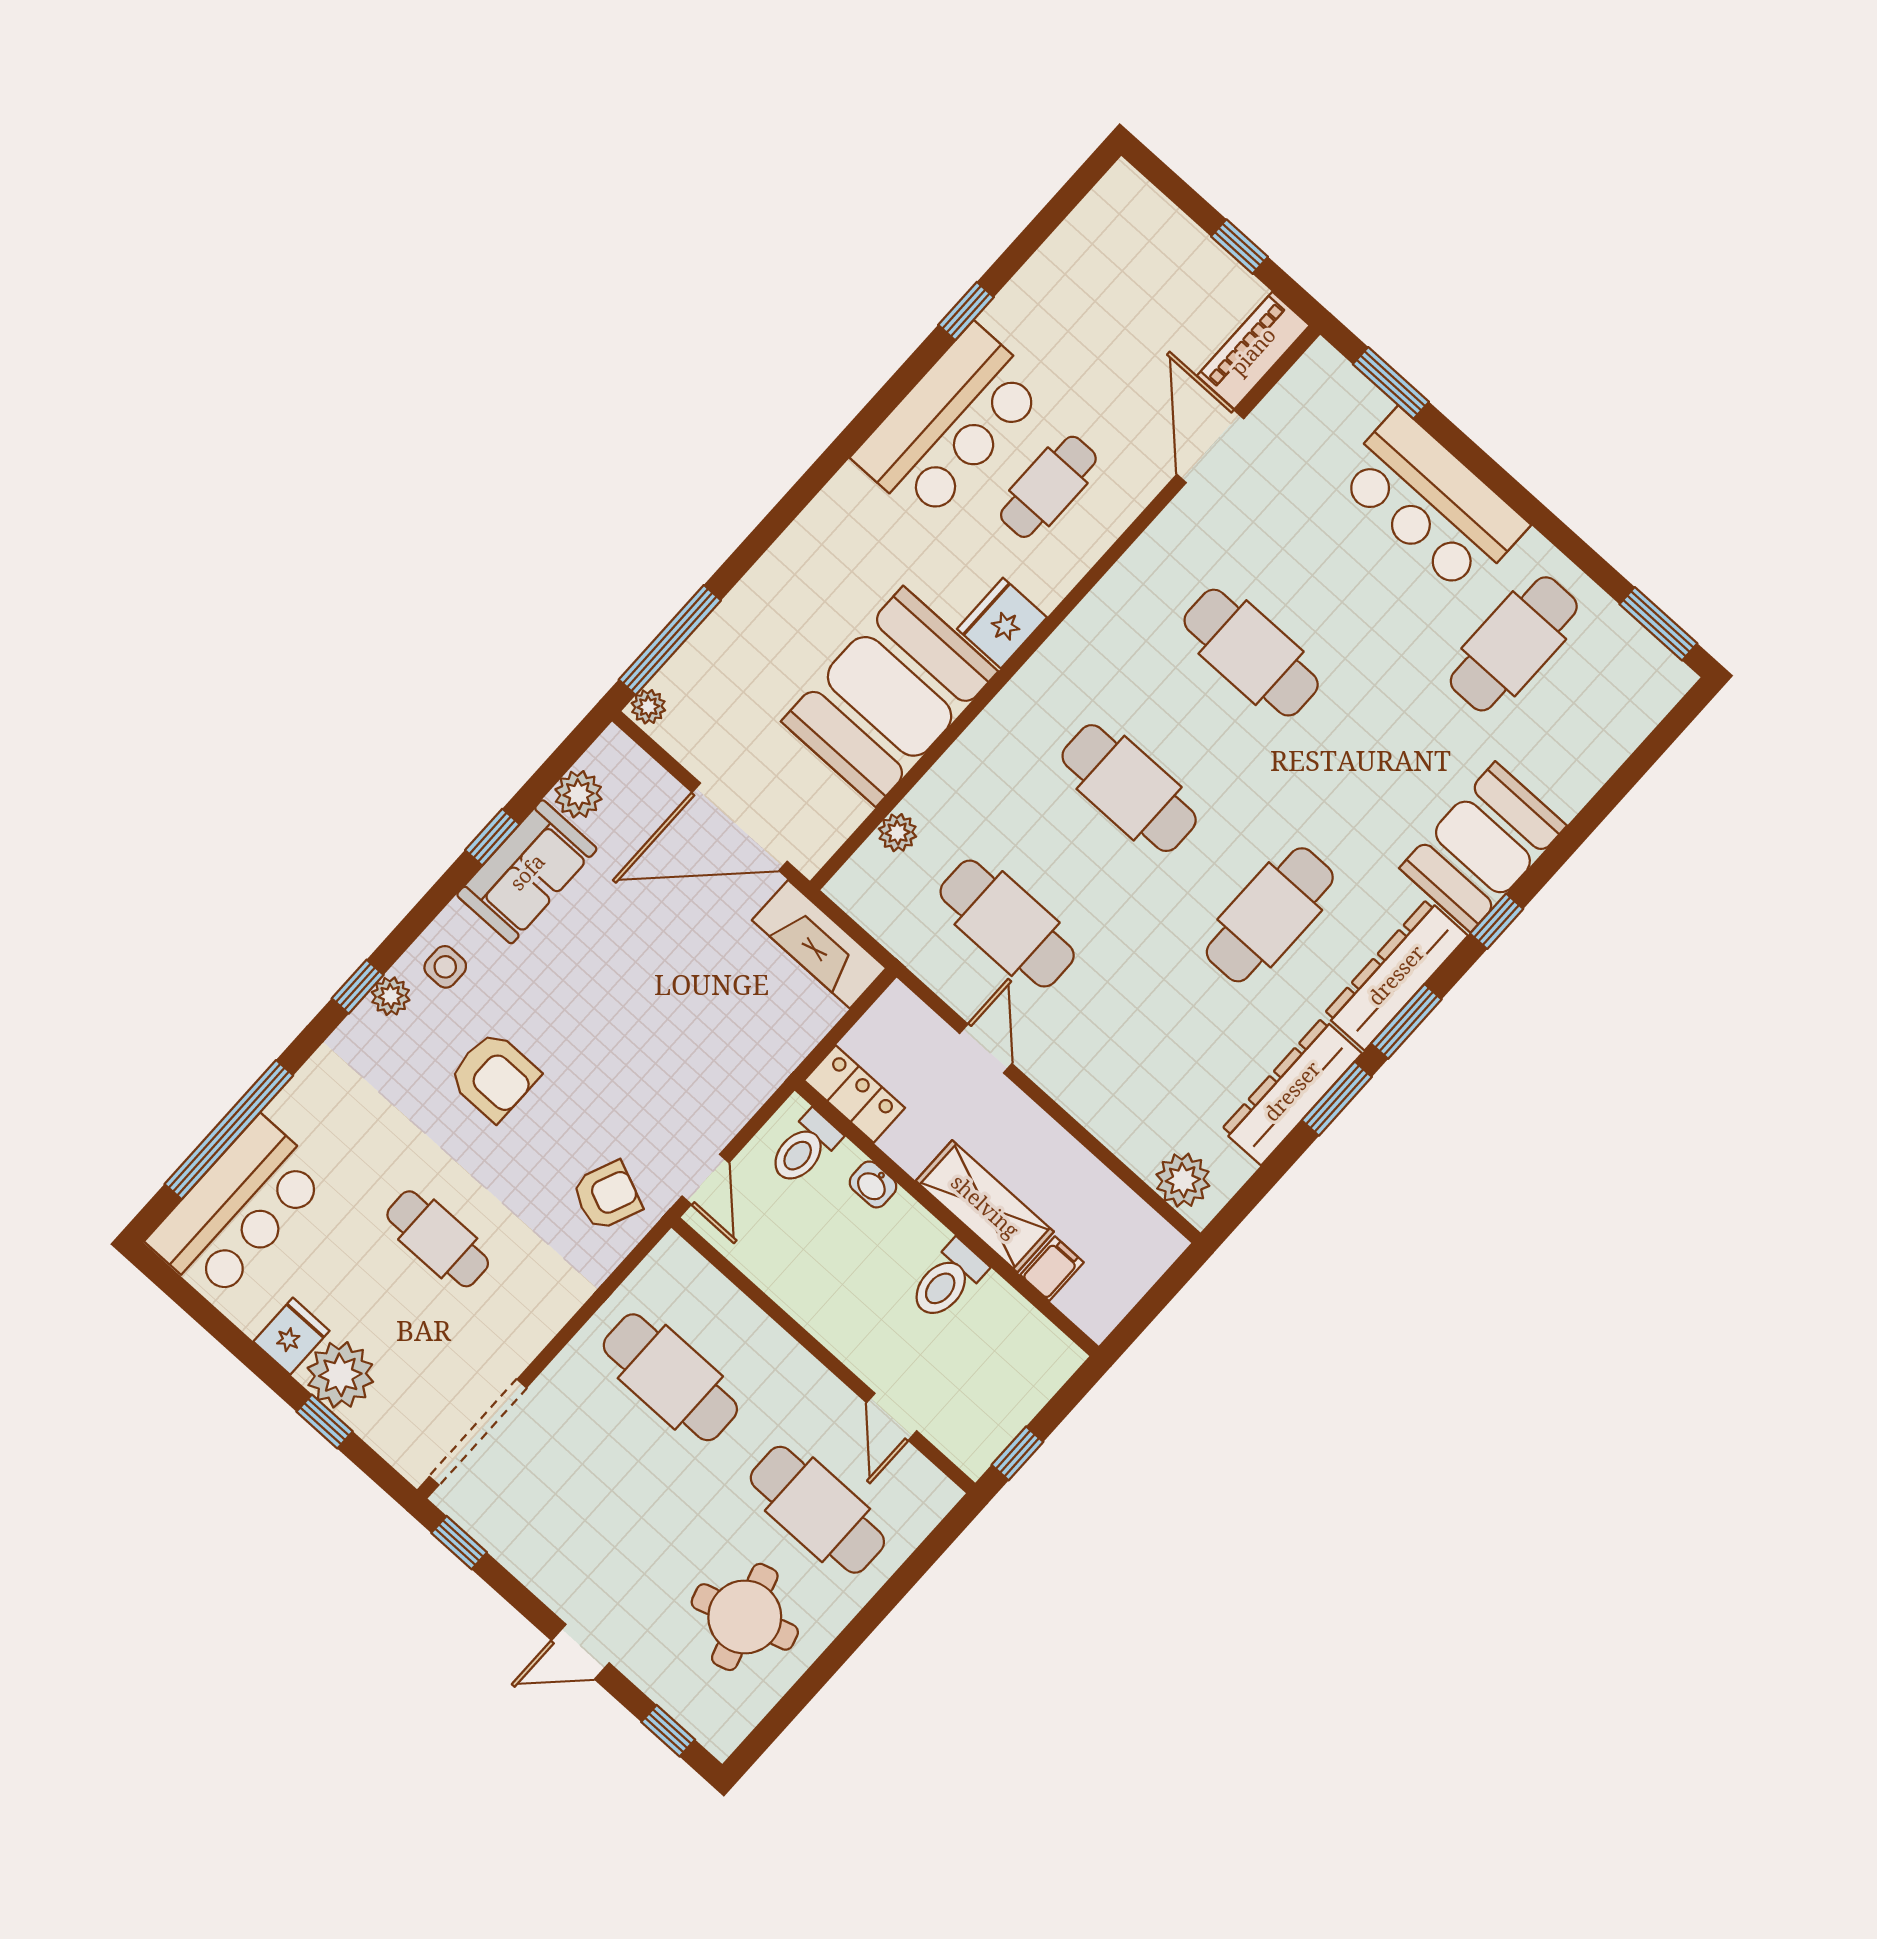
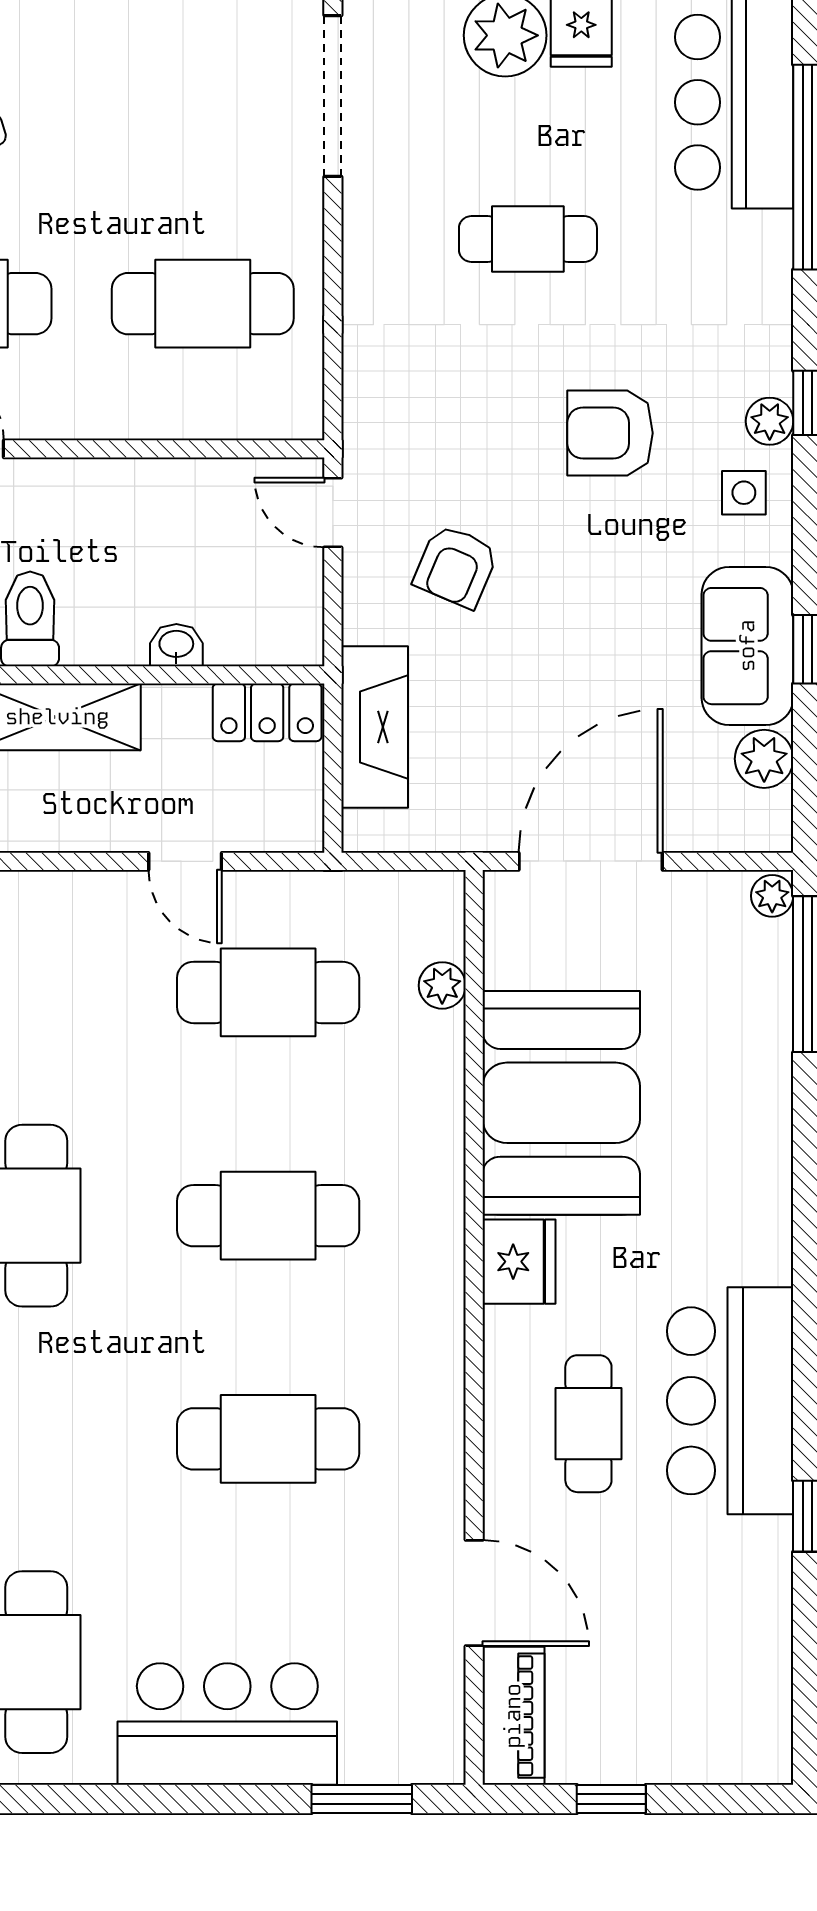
fireplace: (819, 944) -> (375, 727), moved, turned 90
toilet: (804, 1148) -> (269, 622), removed
armchair: (607, 1196) -> (456, 566), moved

